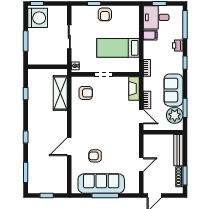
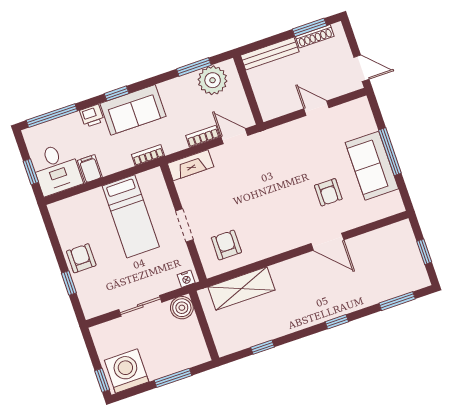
armchair: (105, 14) -> (81, 258), turned -90
boiler: (61, 58) -> (182, 308), added
sofa: (173, 90) -> (133, 110), moved
door: (141, 117) -> (234, 136), hinge flipped
sofa: (101, 184) -> (372, 166), width x0.73

